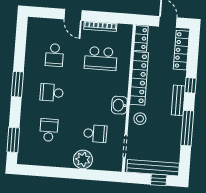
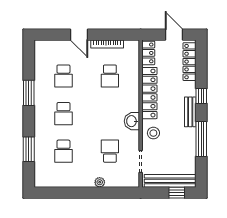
school desk: (101, 58) -> (110, 76), width x0.54
window: (17, 84) -> (29, 93), moved
school desk: (52, 93) -> (63, 114), turned -90
school desk: (49, 130) -> (63, 151), turned 180
school desk: (95, 134) -> (110, 151), turned -90
window: (13, 140) -> (29, 149), moved
plant: (83, 159) -> (100, 182), width x0.53, depth x0.53

